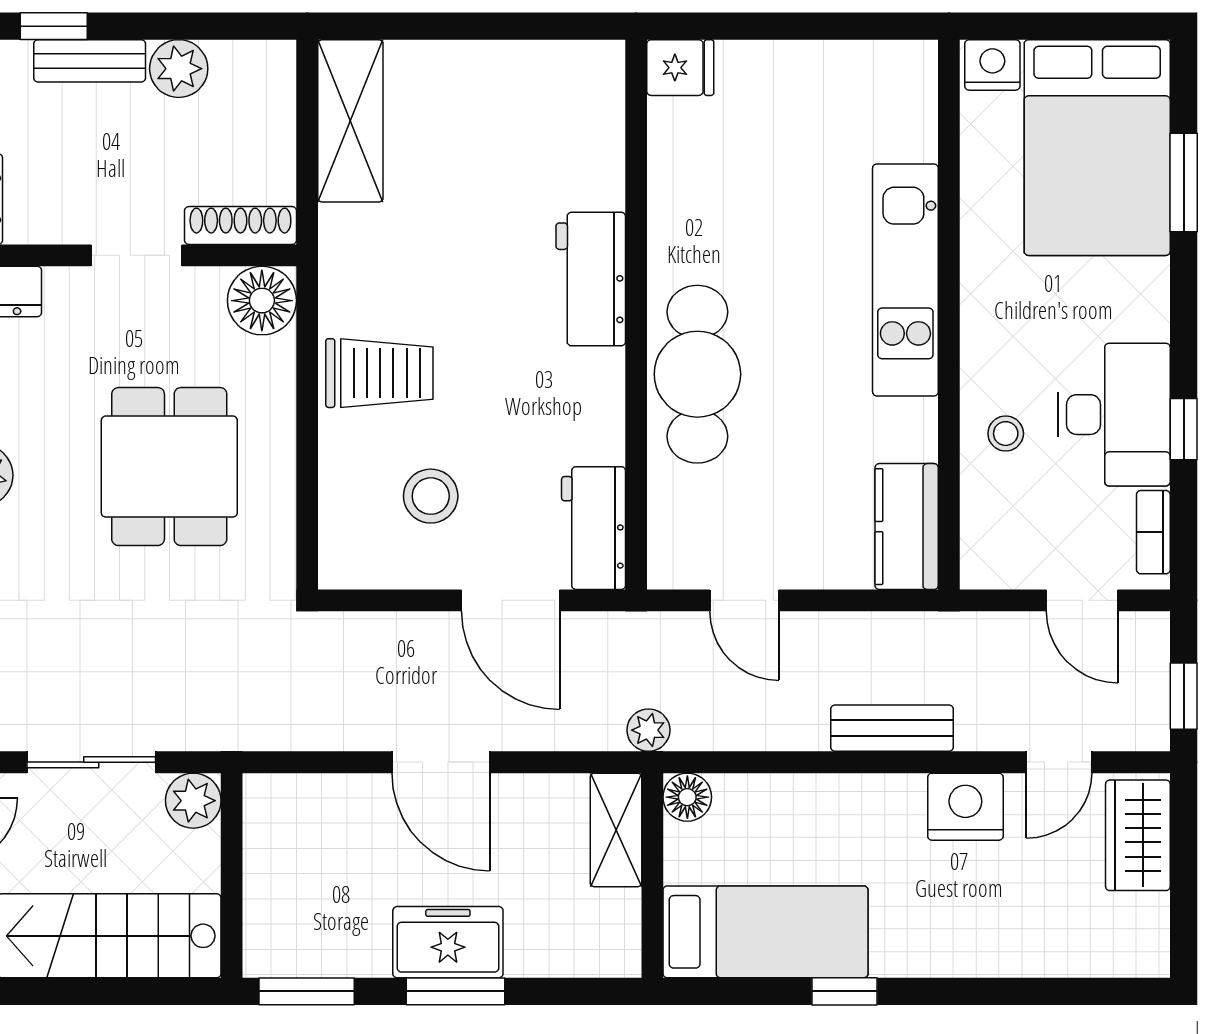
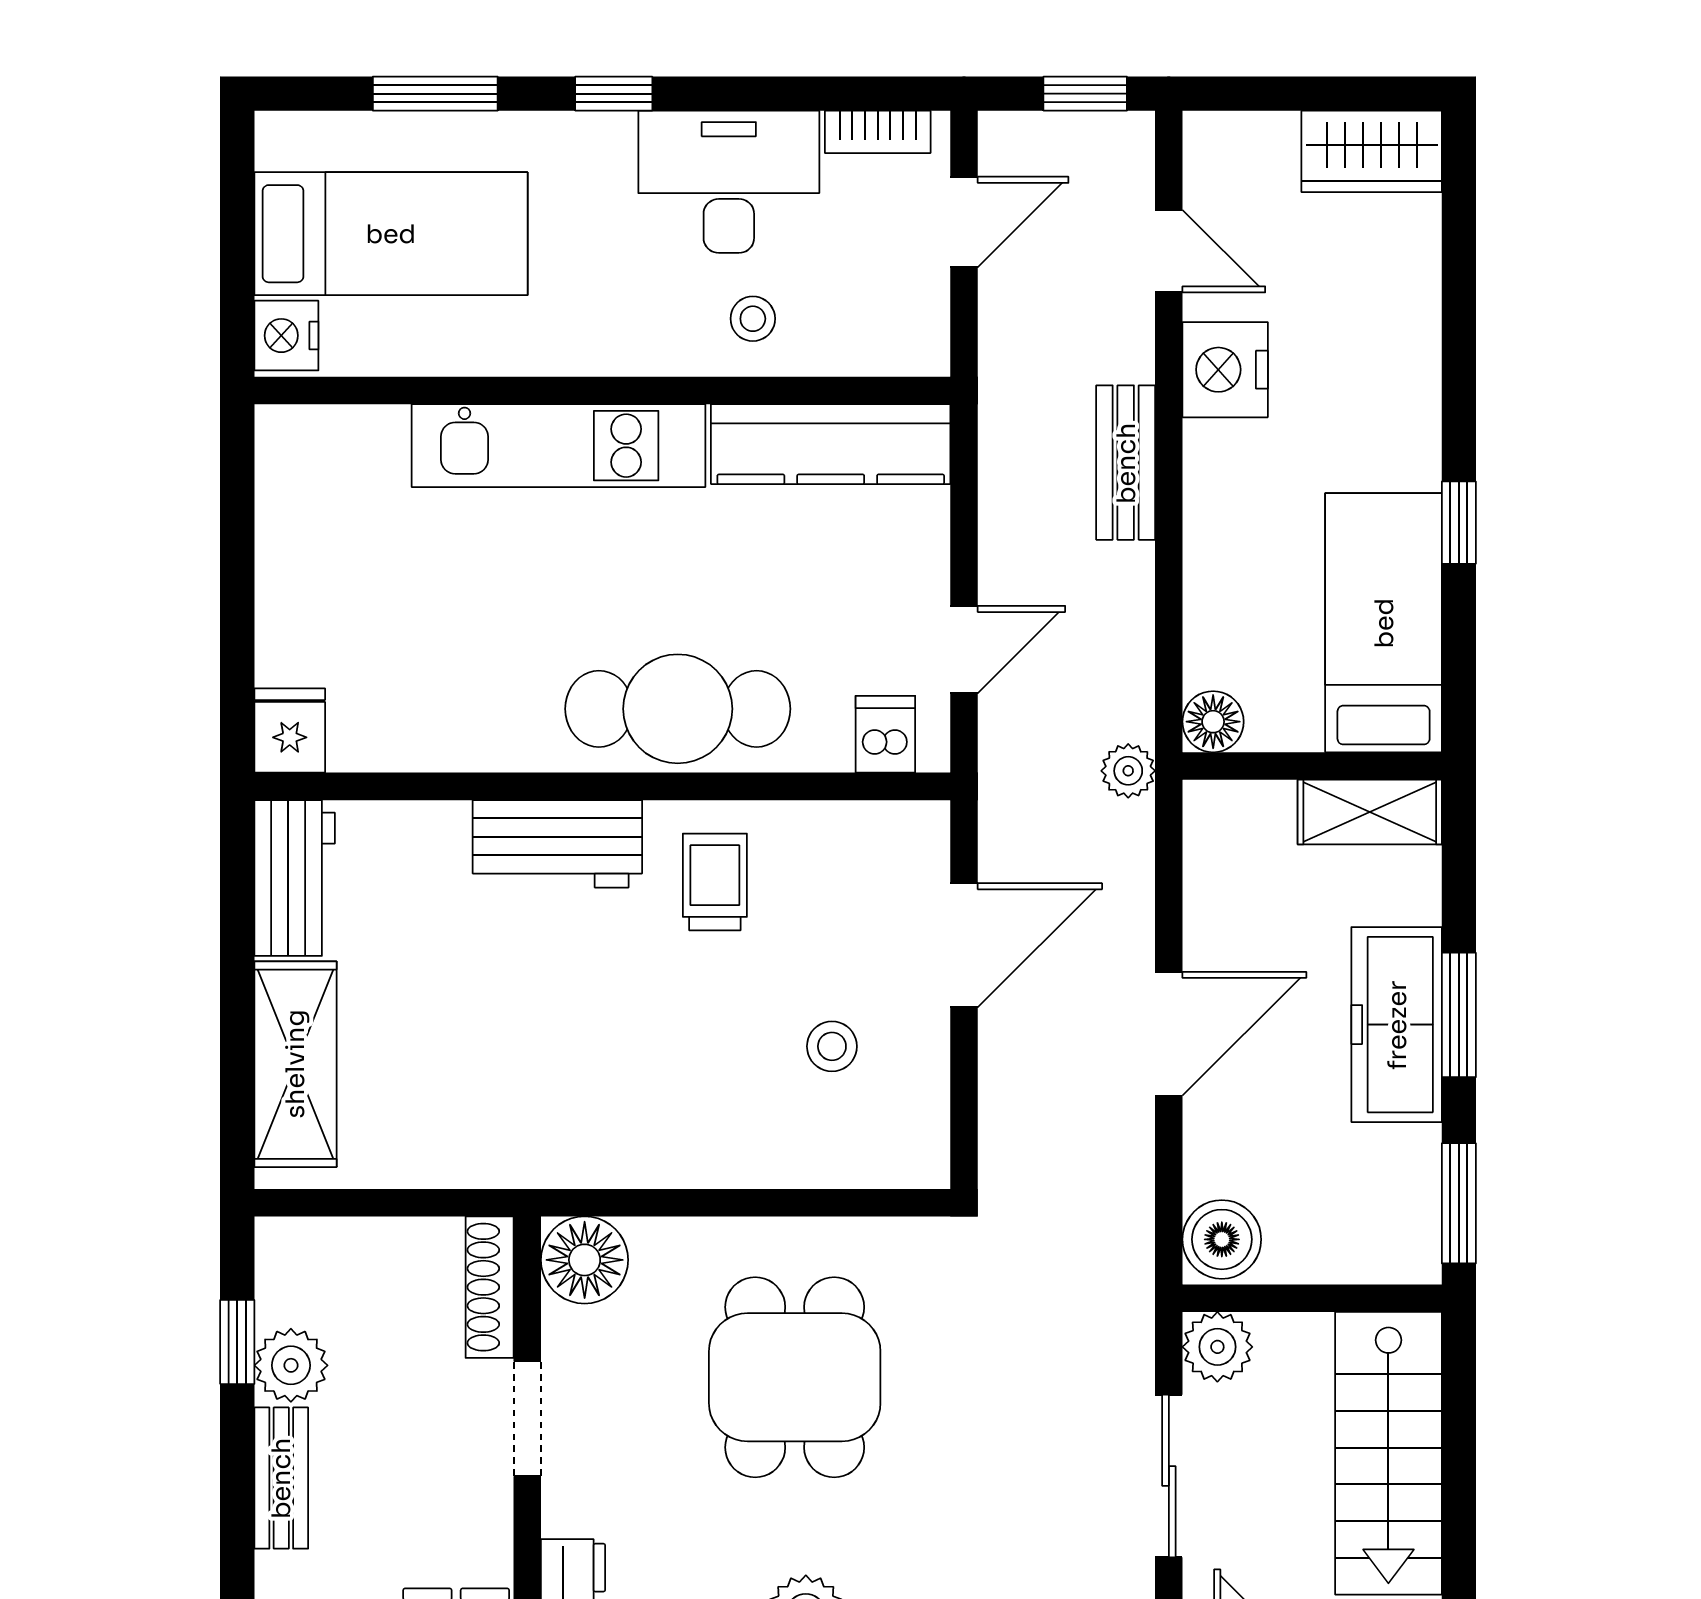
window: (54, 26) -> (237, 1342), moved
shelving: (350, 121) -> (295, 1064), moved, turned 90
bed: (1097, 148) -> (391, 234), width x0.67
trolley: (379, 373) -> (715, 882), moved, width x0.73, depth x0.72
window: (1184, 429) -> (614, 94), moved
dining table: (169, 467) -> (795, 1377), turned 90
stool: (431, 496) -> (832, 1046), width x0.73, depth x0.73
kitchen counter: (907, 527) -> (831, 444), width x1.50
workbench: (594, 528) -> (295, 878), moved, turned -90
dishwasher: (677, 538) -> (885, 734), added
boiler: (278, 804) -> (1222, 1239), added
shelving: (616, 830) -> (1370, 812), moved
wardrobe: (1138, 835) -> (1372, 151), moved
freezer: (448, 942) -> (1397, 1025), width x1.40

